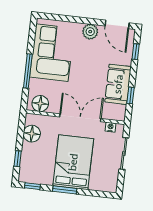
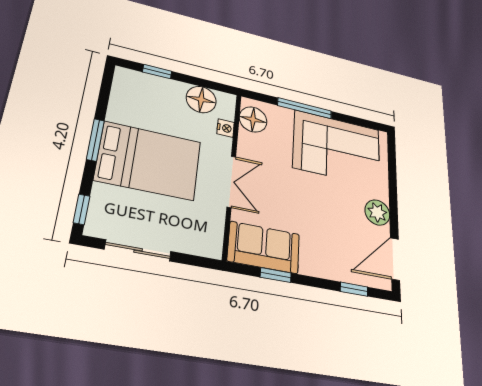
sofa: (118, 84) -> (264, 247), moved
double door: (80, 118) -> (231, 182), width x0.73
nightstand: (110, 127) -> (226, 128), moved
sliding door: (124, 153) -> (138, 250), moved
window: (32, 186) -> (82, 209), moved

